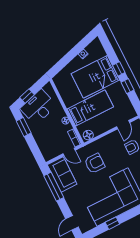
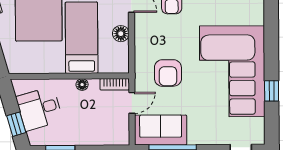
desk: (38, 107) -> (39, 109), width x0.73
floor lamp: (88, 135) -> (121, 34), moved
armchair: (95, 163) -> (168, 73), turned 180

